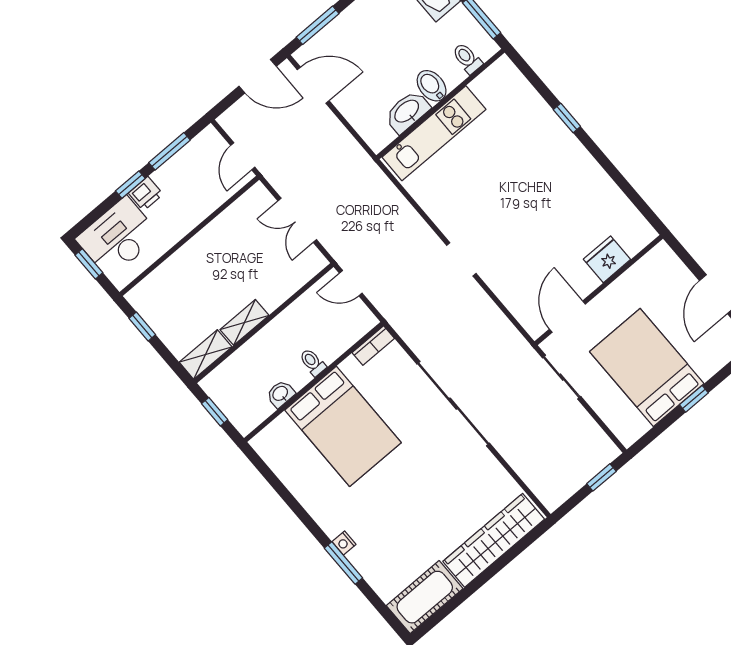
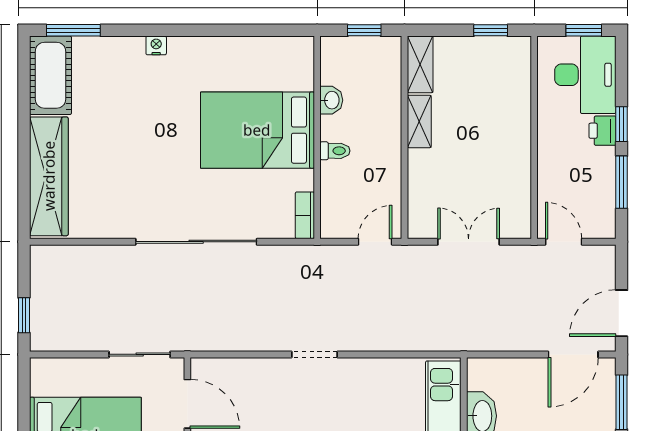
window: (343, 563) -> (73, 30), moved

